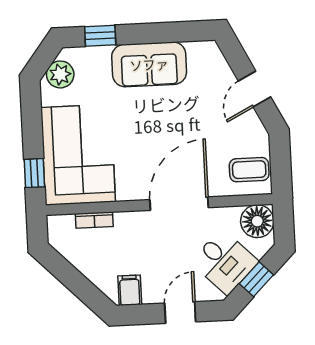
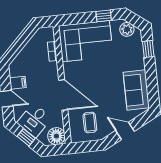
sofa: (149, 64) -> (136, 90), moved
coffee table: (249, 170) -> (90, 122), moved
window: (34, 173) -> (104, 16), moved
filing cabinet: (130, 290) -> (18, 83), moved

